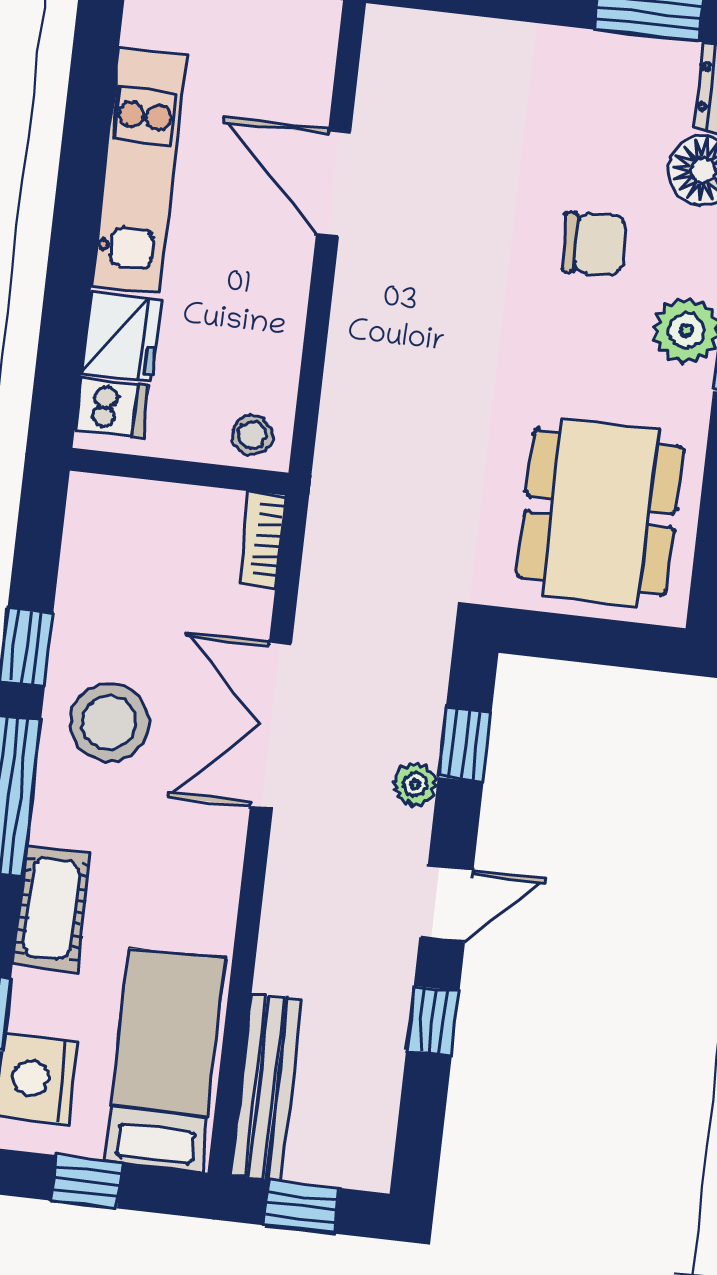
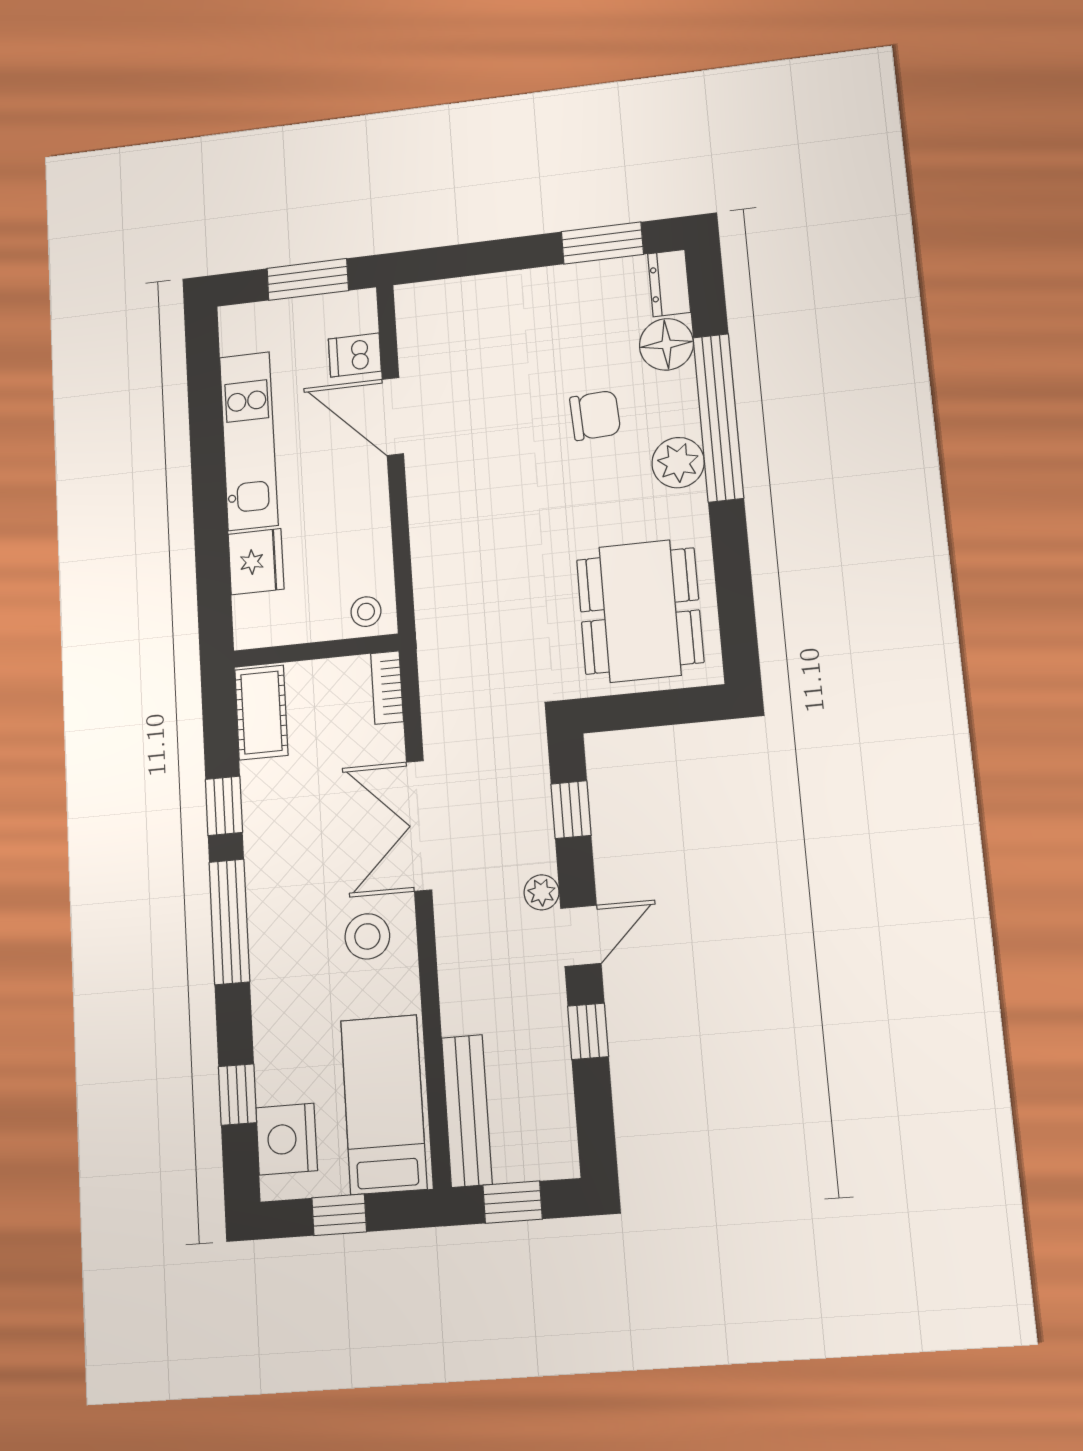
dishwasher: (112, 408) -> (355, 355), moved, turned 180
stool: (109, 723) -> (367, 936), moved, width x0.73, depth x0.73
plant: (415, 784) -> (542, 892), moved
cot: (52, 909) -> (261, 712), moved

